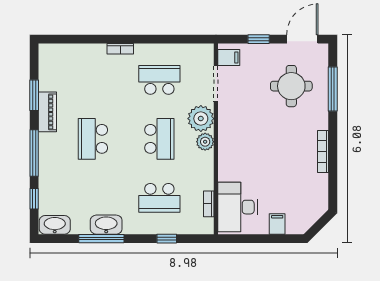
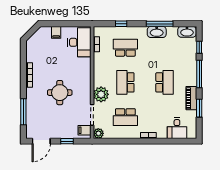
desk: (72, 61) -> (177, 128), added
round table: (291, 86) -> (60, 93), moved
plant: (205, 142) -> (98, 133), moved

